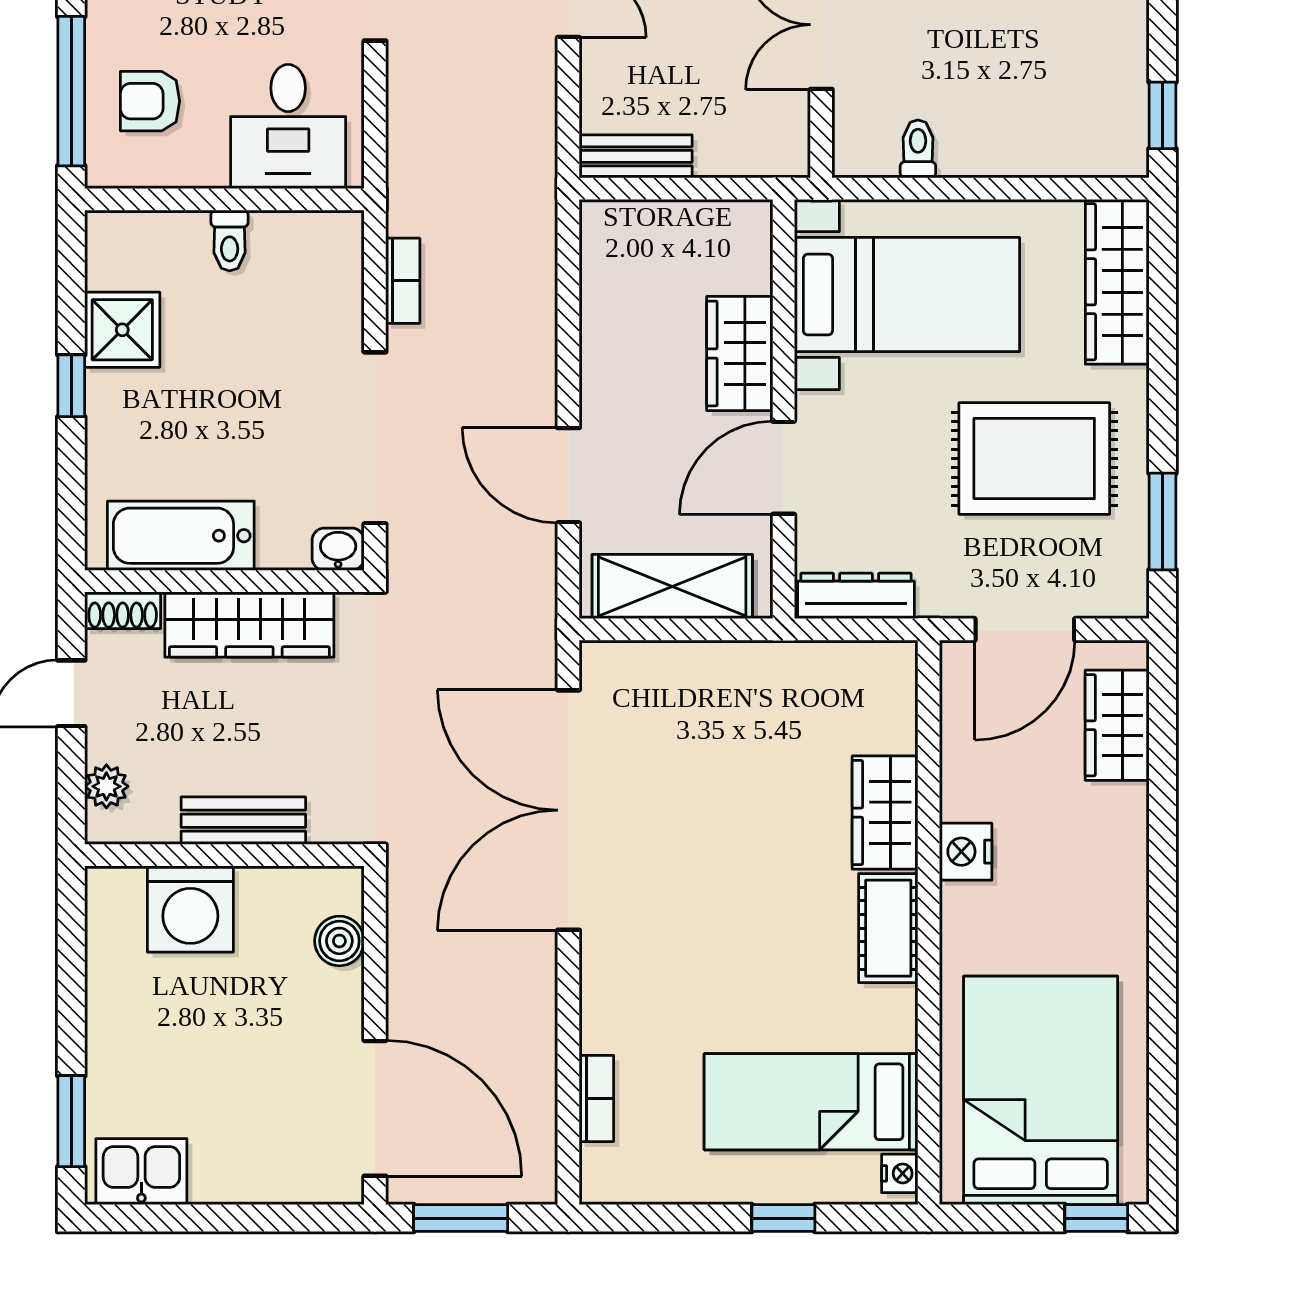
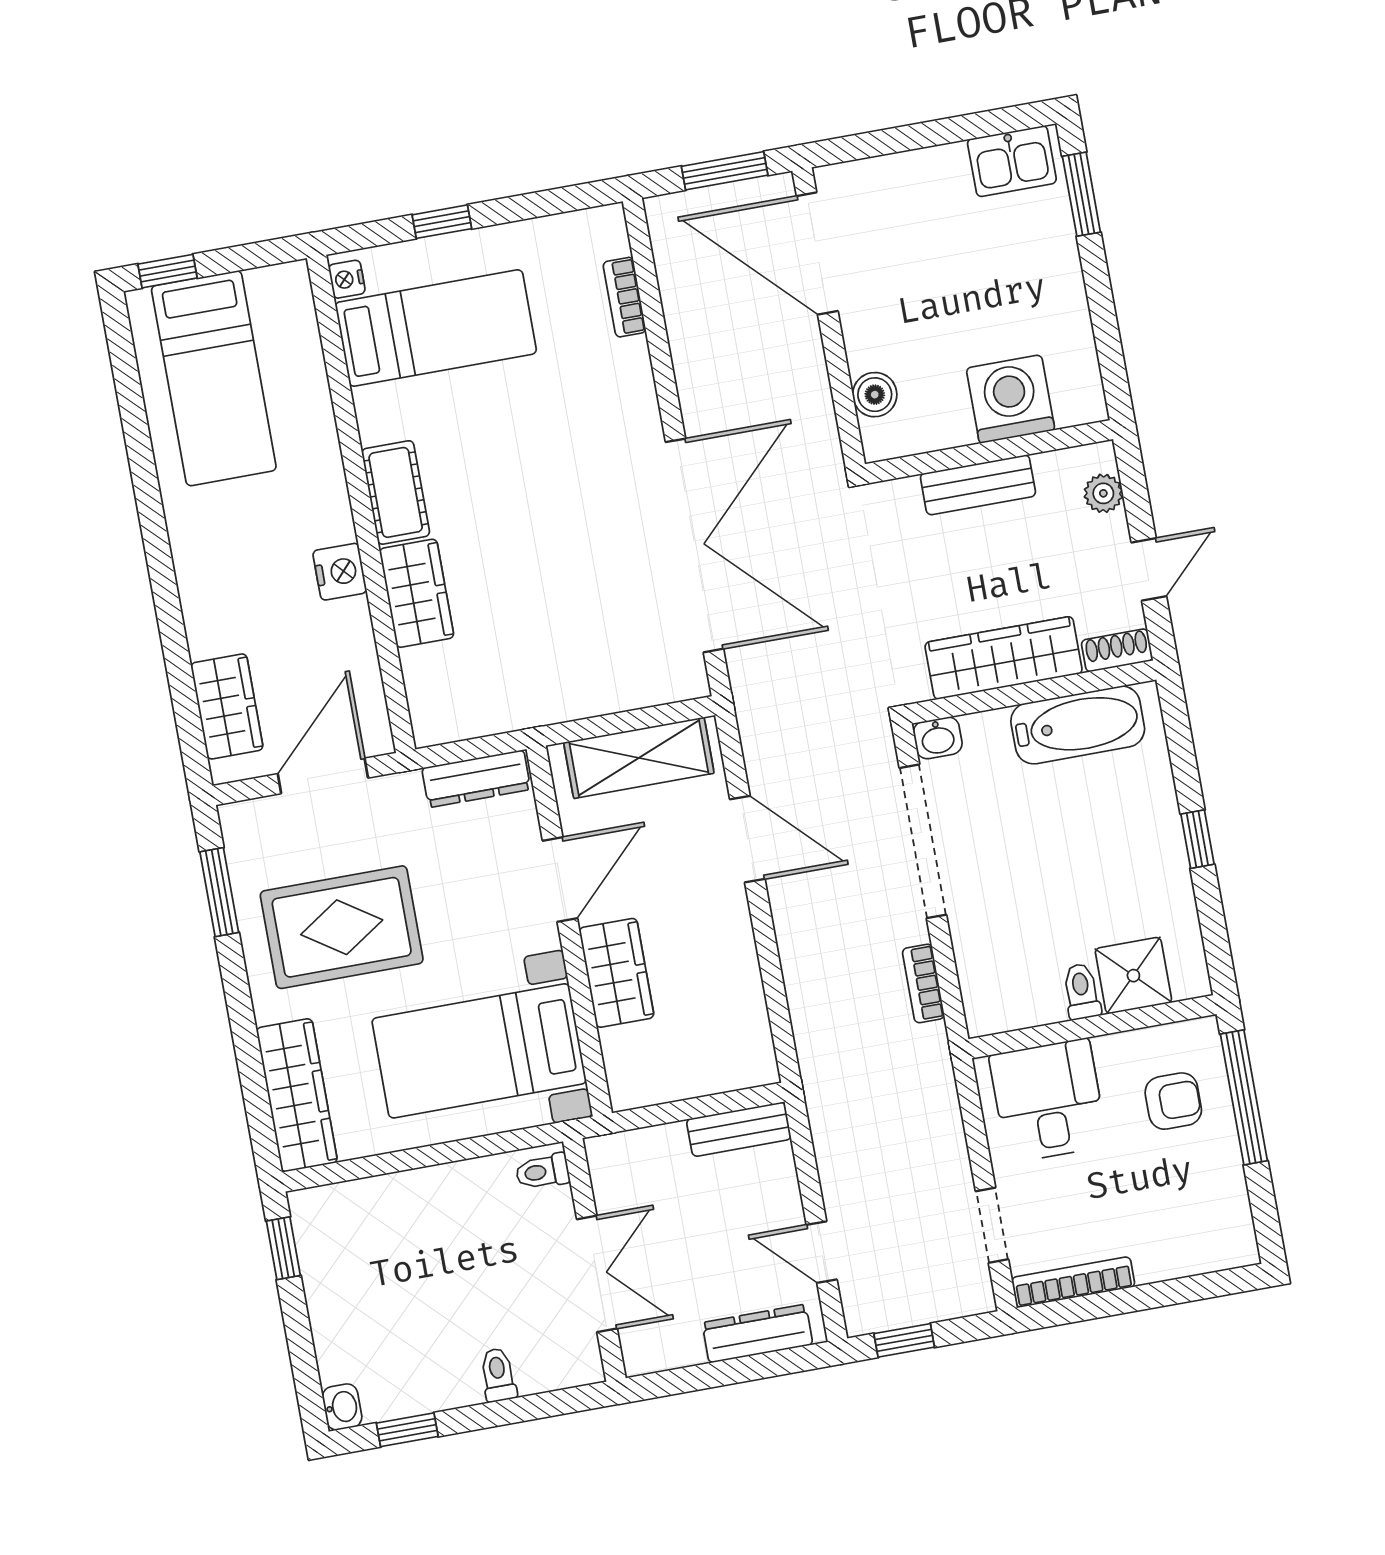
toilet: (918, 149) -> (543, 1172), moved, turned 90
shower: (122, 330) -> (1133, 976), moved
bed: (1041, 1090) -> (214, 378), width x0.67

